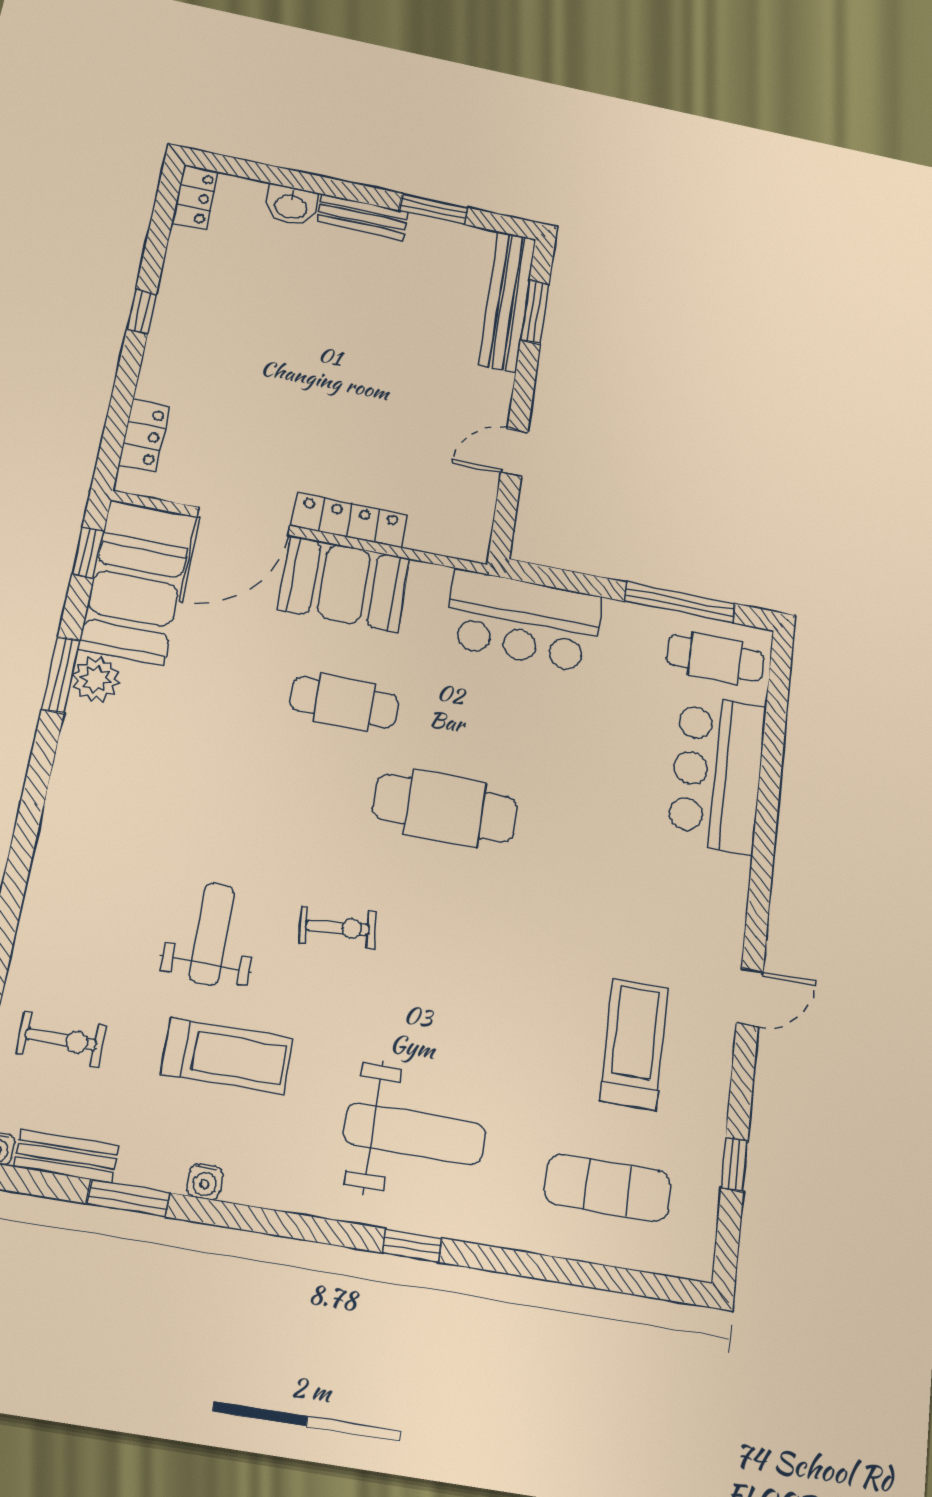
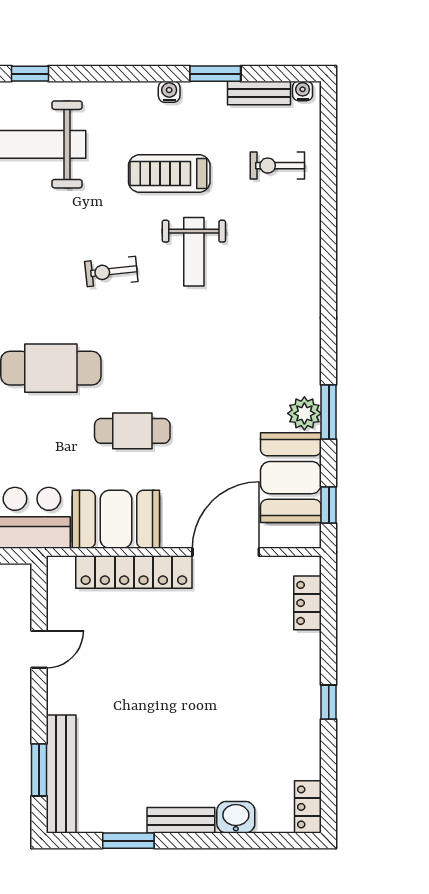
locker: (349, 520) -> (134, 572), width x1.41, depth x1.21
booth: (344, 584) -> (116, 519), moved

